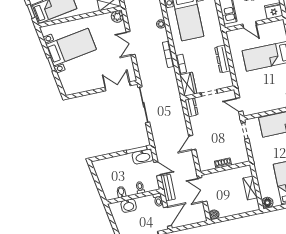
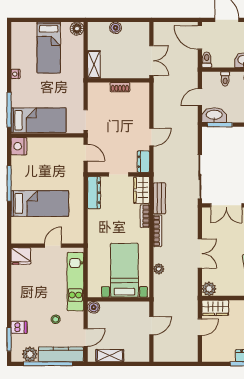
door: (250, 25) -> (53, 246), hinge flipped
dresser: (223, 59) -> (94, 193), moved
door: (192, 143) -> (151, 137), moved
door: (157, 169) -> (200, 97), hinge flipped
bench: (168, 188) -> (159, 198), moved
shelving: (250, 188) -> (94, 65), moved
boiler: (214, 215) -> (115, 28), moved
door: (167, 216) -> (200, 37), hinge flipped

